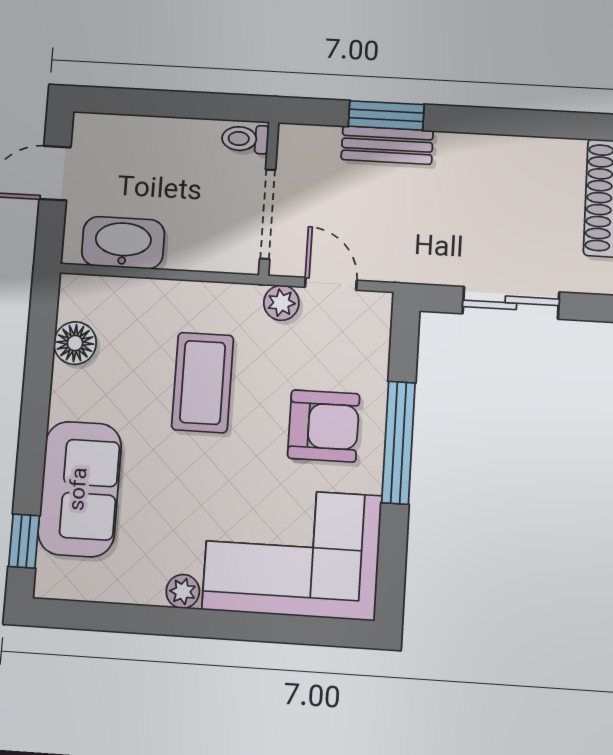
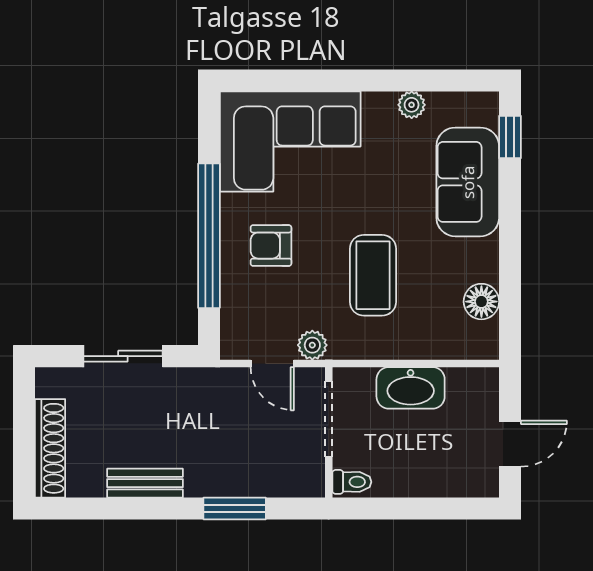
bench: (387, 145) -> (145, 483), moved
washbasin: (123, 243) -> (411, 388), moved
armchair: (324, 426) -> (271, 246), width x0.72, depth x0.72
window: (398, 443) -> (209, 236), width x1.46
plant: (183, 591) -> (412, 105), moved

